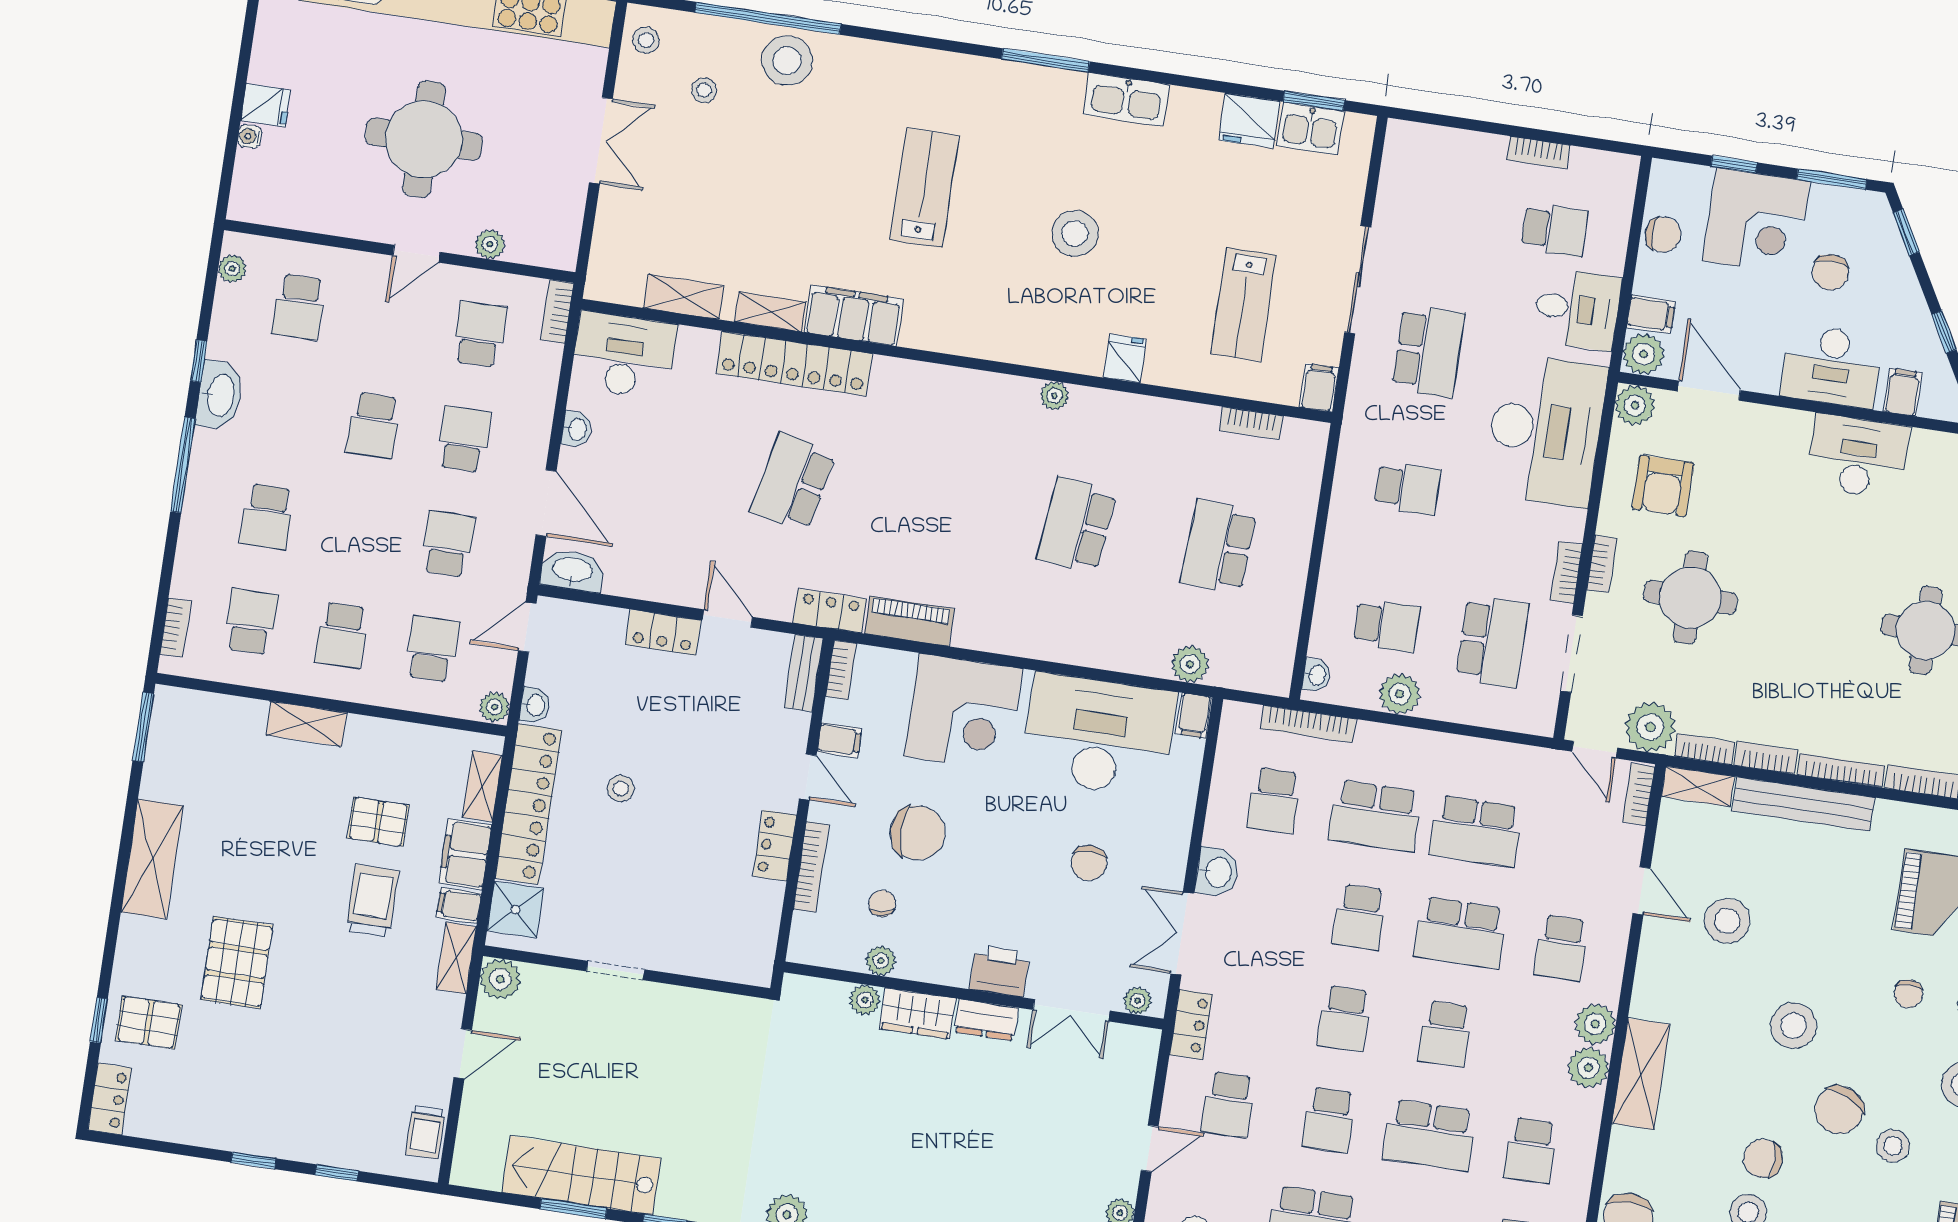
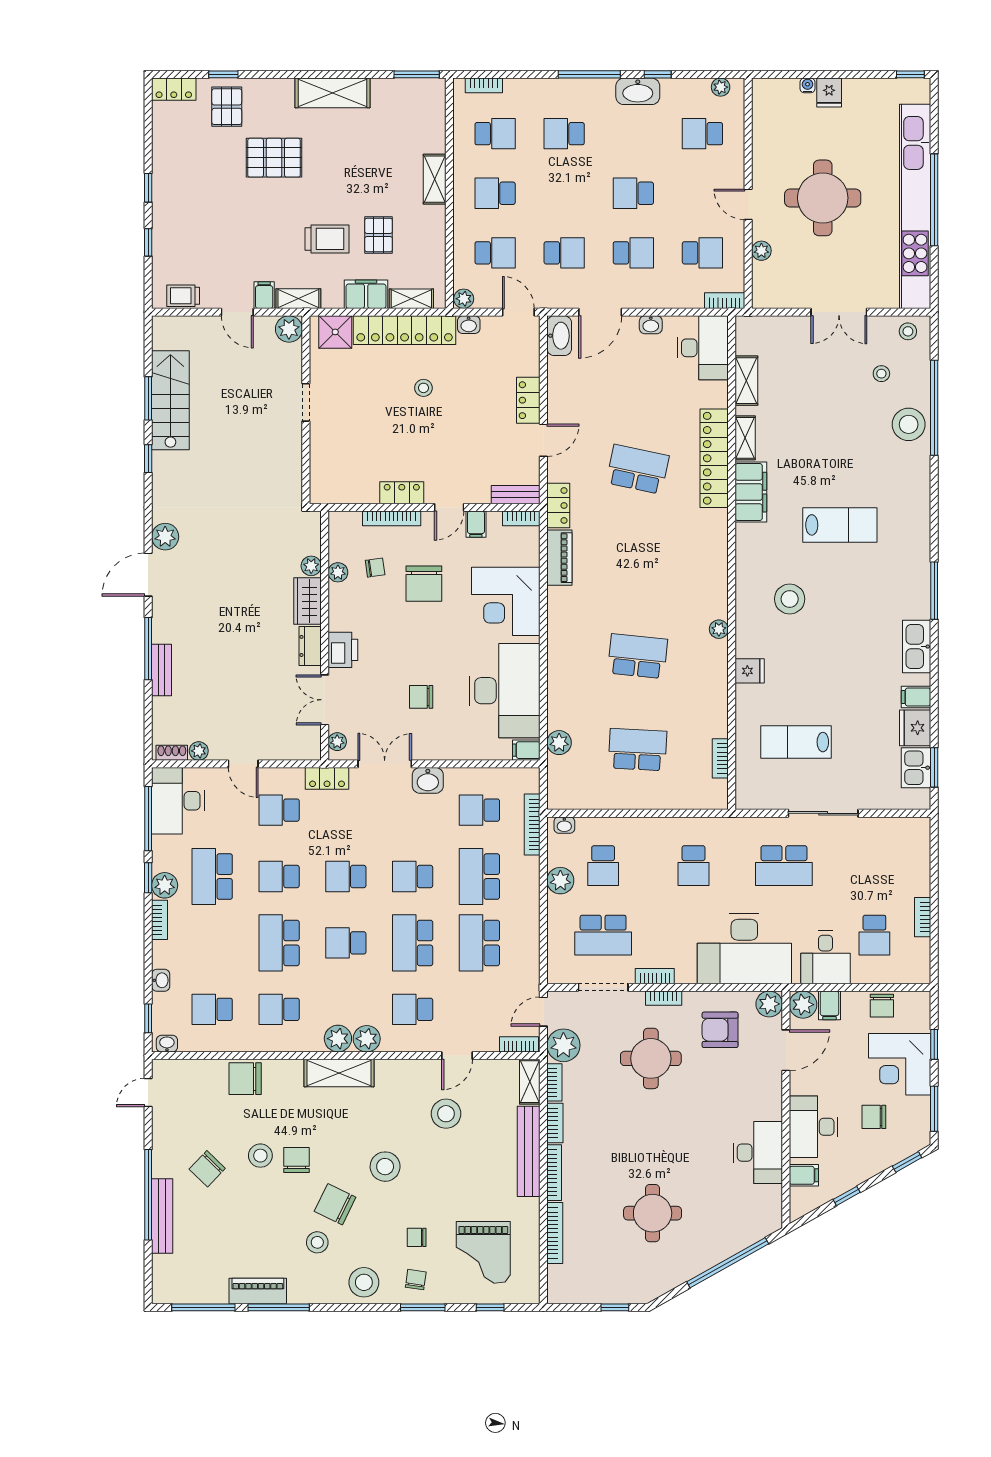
stool: (1075, 233) -> (790, 599), moved
filing cabinet: (1319, 388) -> (916, 697), moved, turned 180
filing cabinet: (459, 905) -> (264, 295), moved

